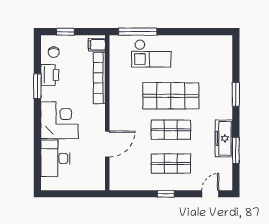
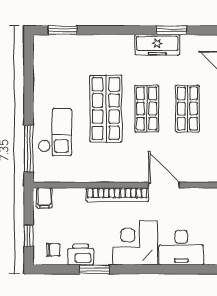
bookcase: (99, 78) -> (117, 195), moved
window: (236, 94) -> (63, 30), moved

